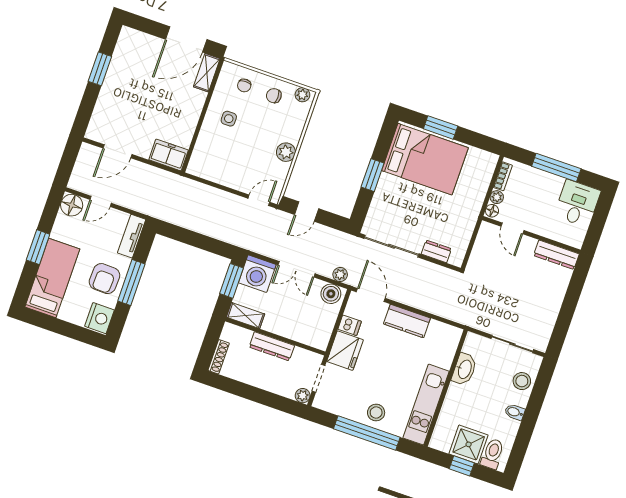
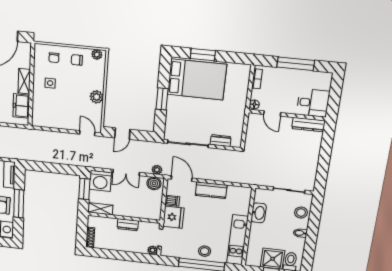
shelving: (207, 73) -> (24, 81), moved
freezer: (169, 155) -> (21, 106), moved, turned -90
plant: (497, 197) -> (256, 94), removed
door: (259, 200) -> (87, 133), hinge flipped
desk: (577, 203) -> (313, 103), moved, turned 90
dresser: (272, 346) -> (128, 225), width x0.70

